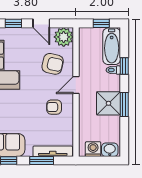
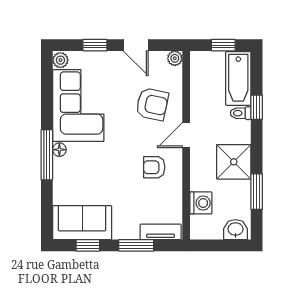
plant: (64, 37) -> (175, 58), width x0.53, depth x0.53
window: (124, 104) -> (257, 192), moved
washing machine: (93, 149) -> (201, 203), moved, turned 90
tv unit: (53, 151) -> (161, 232), width x0.71

